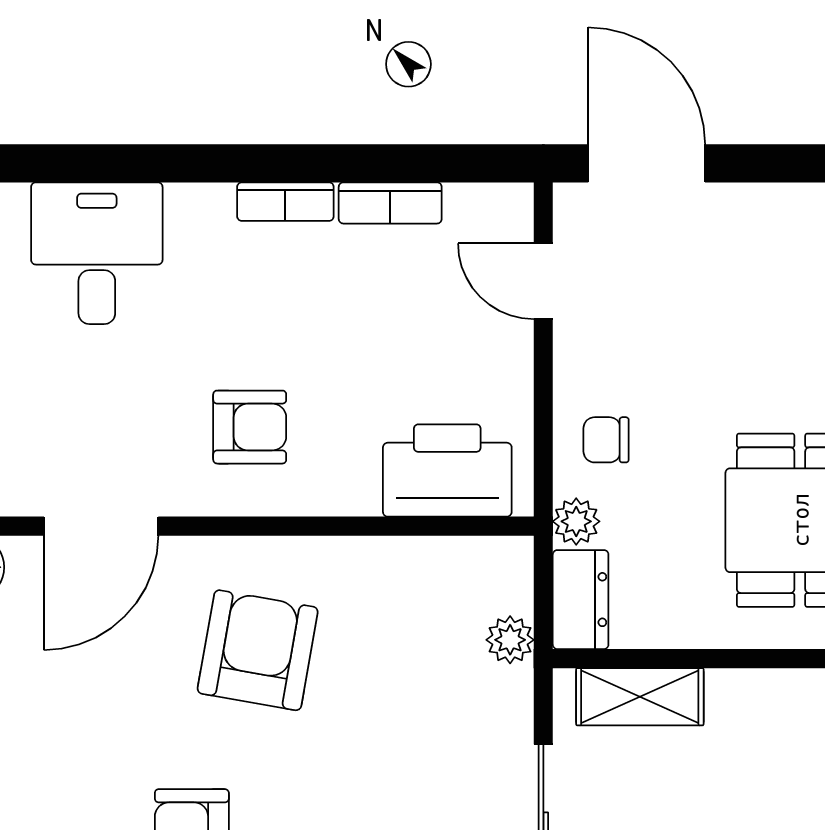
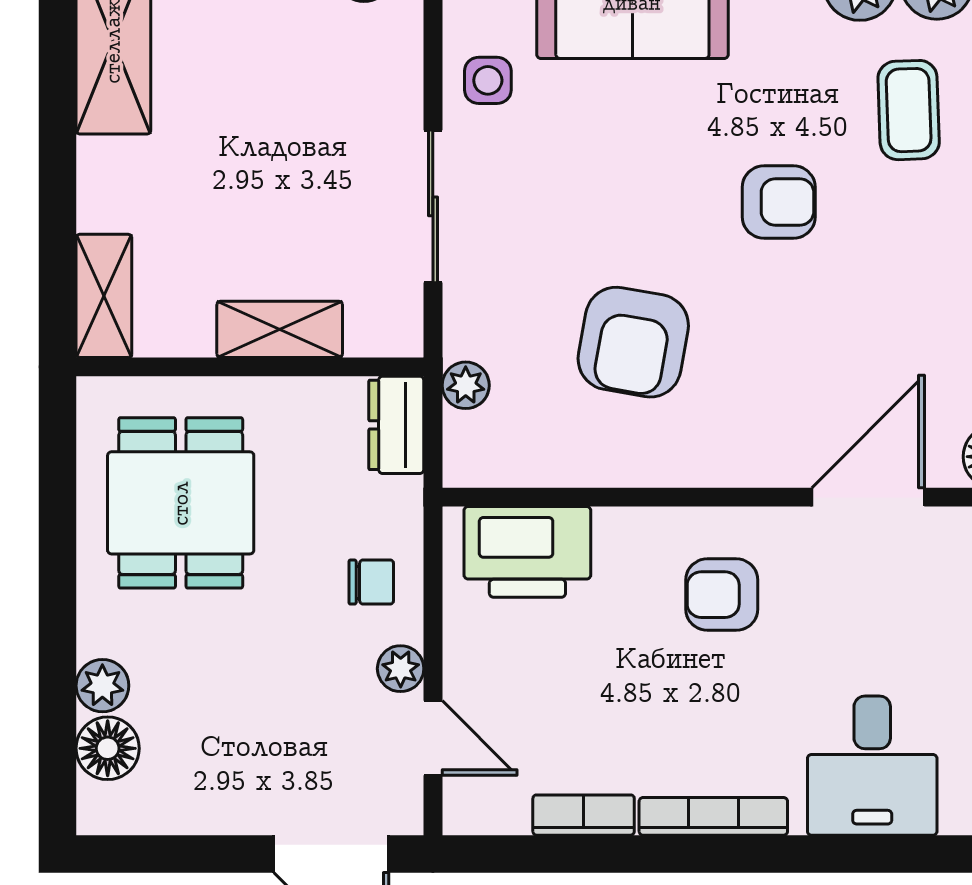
bookcase: (285, 202) -> (713, 816), width x1.56
plant: (576, 521) -> (401, 669), moved
armchair: (258, 650) -> (633, 342), moved
shelving: (640, 697) -> (280, 329), moved

